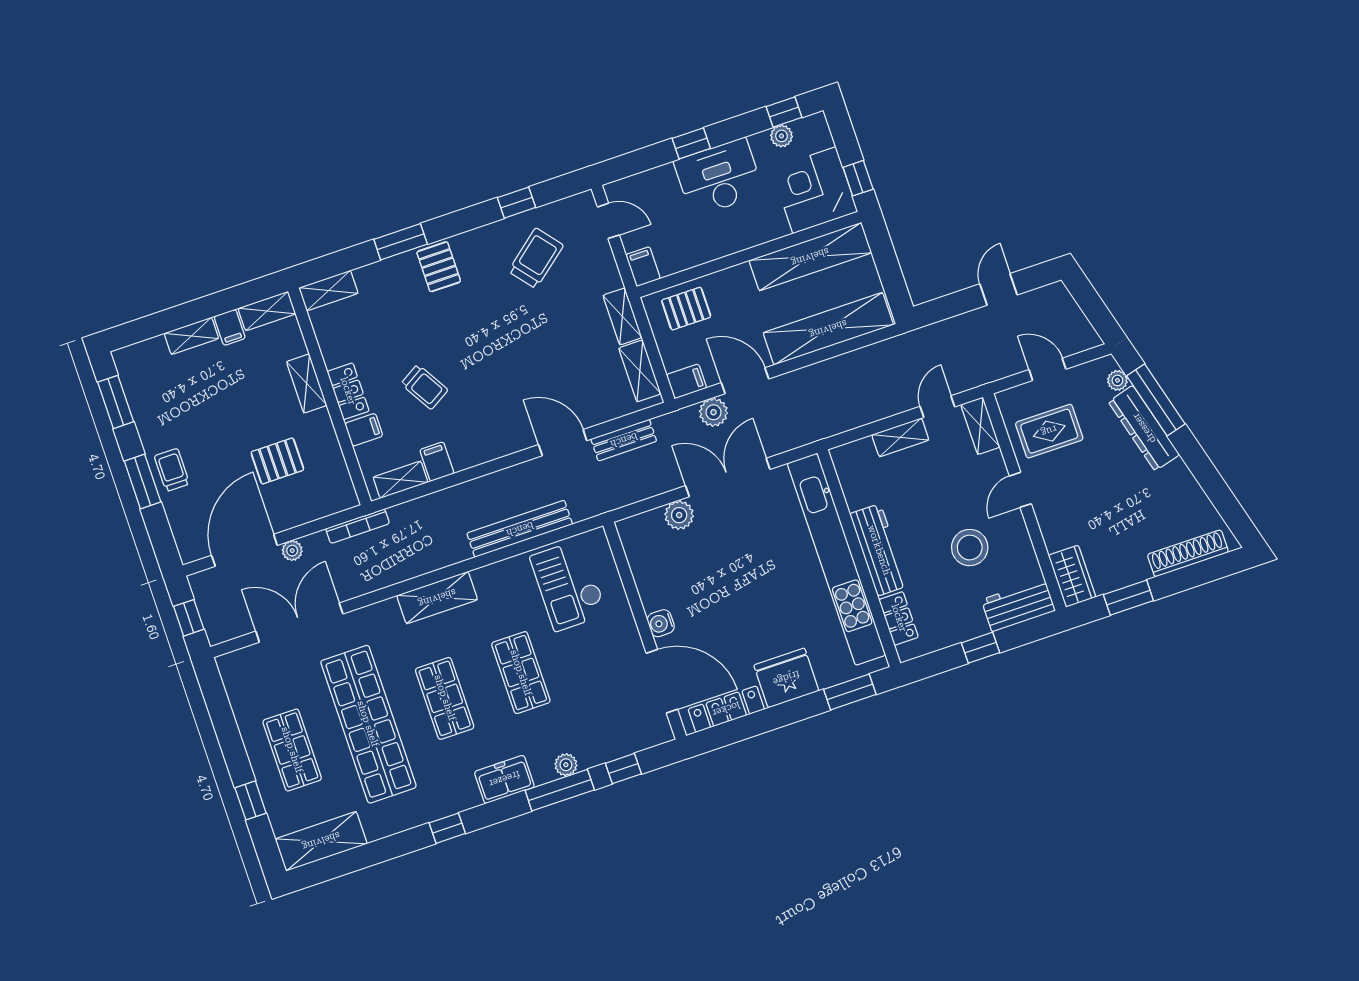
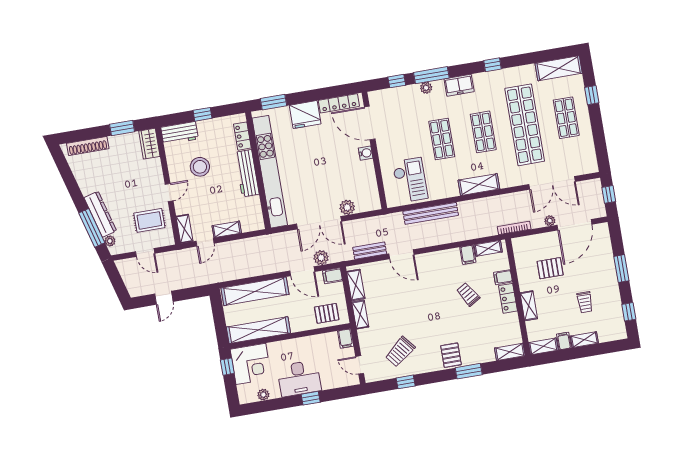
window: (784, 112) -> (260, 407), removed
window: (116, 402) -> (629, 312), width x0.67
trolley: (172, 470) -> (585, 302), moved

